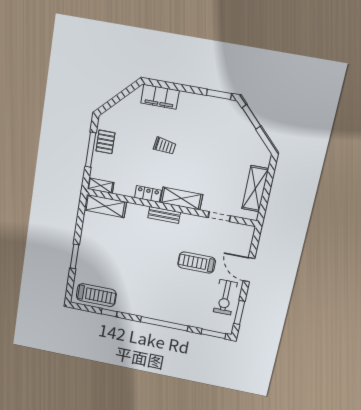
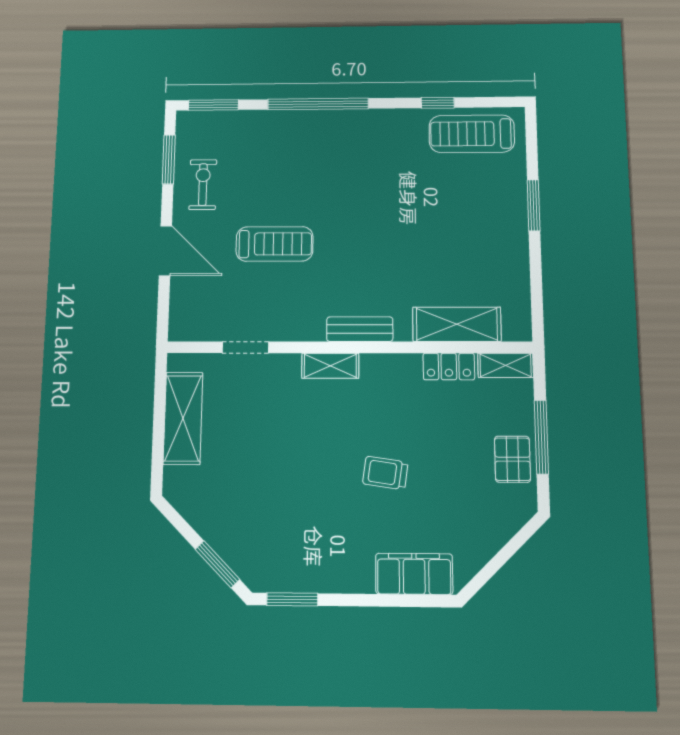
locker: (148, 194) -> (449, 366), moved
shelving: (181, 199) -> (330, 366), width x0.67, depth x0.75
shelving: (105, 206) -> (457, 324), moved
exercise bike: (225, 297) -> (203, 185), width x0.73, depth x0.72

